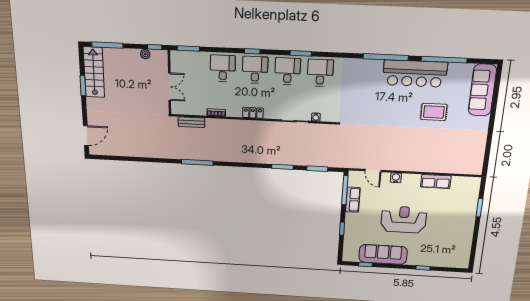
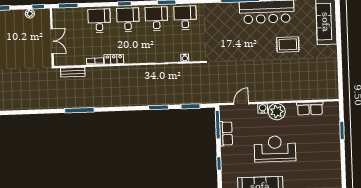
locker: (253, 113) -> (114, 59), moved
door: (373, 171) -> (241, 103), swing flipped
row of seats: (436, 181) -> (310, 108), moved
plant: (411, 182) -> (277, 112), added

